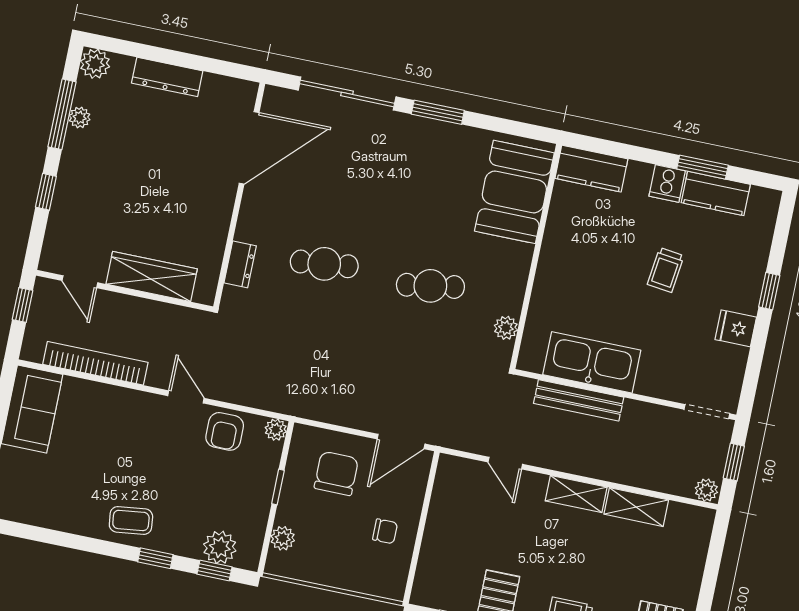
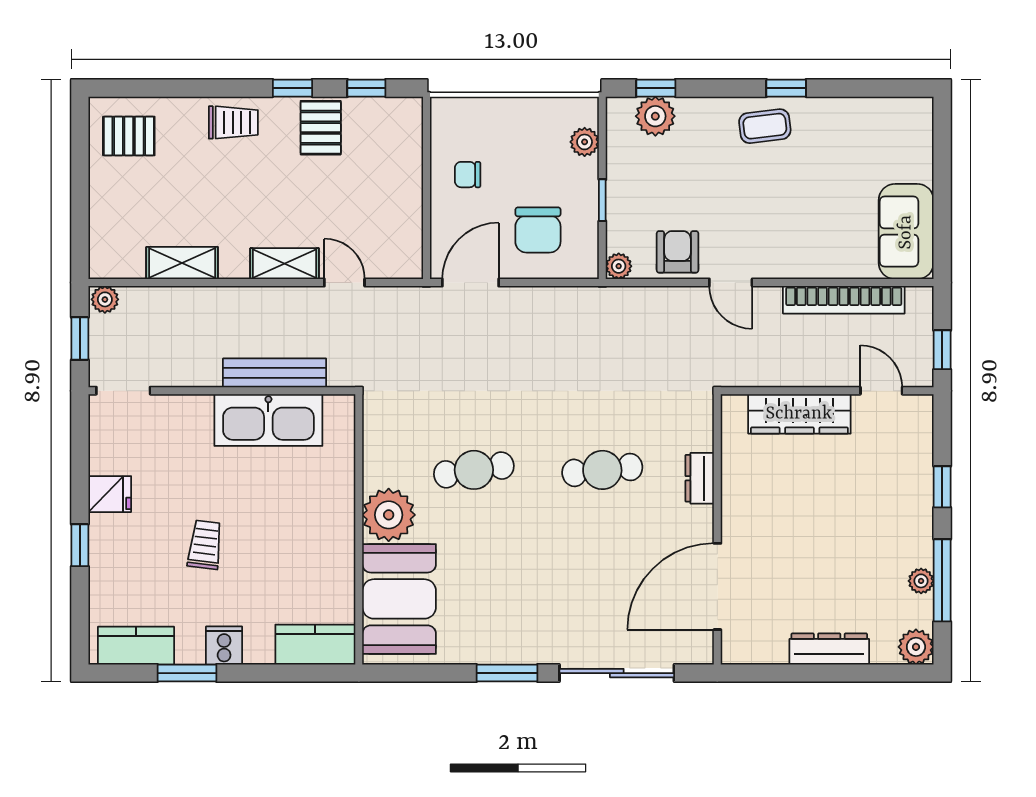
kitchen counter: (716, 193) -> (136, 646), moved
dresser: (240, 264) -> (700, 478), moved
plant: (506, 328) -> (389, 515), moved, width x1.88, depth x1.88
shelving: (576, 494) -> (285, 264), moved
window: (155, 558) -> (786, 88), moved

